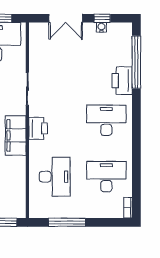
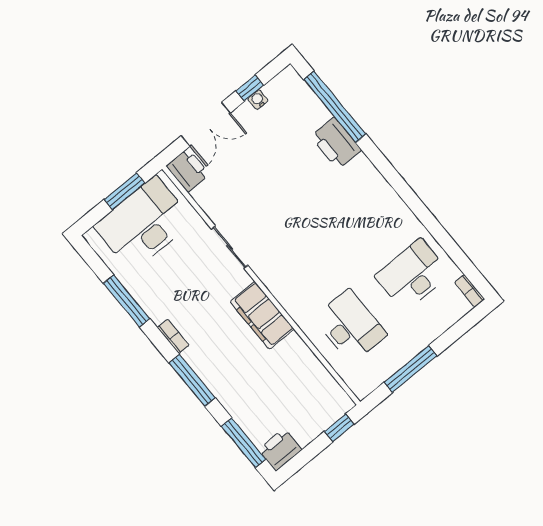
desk: (106, 120) -> (356, 207), removed
printer: (38, 128) -> (188, 170), moved

